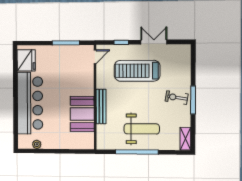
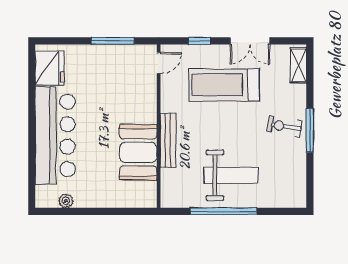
double door: (154, 42) -> (250, 41), swing flipped
shelving: (185, 139) -> (298, 65), moved

